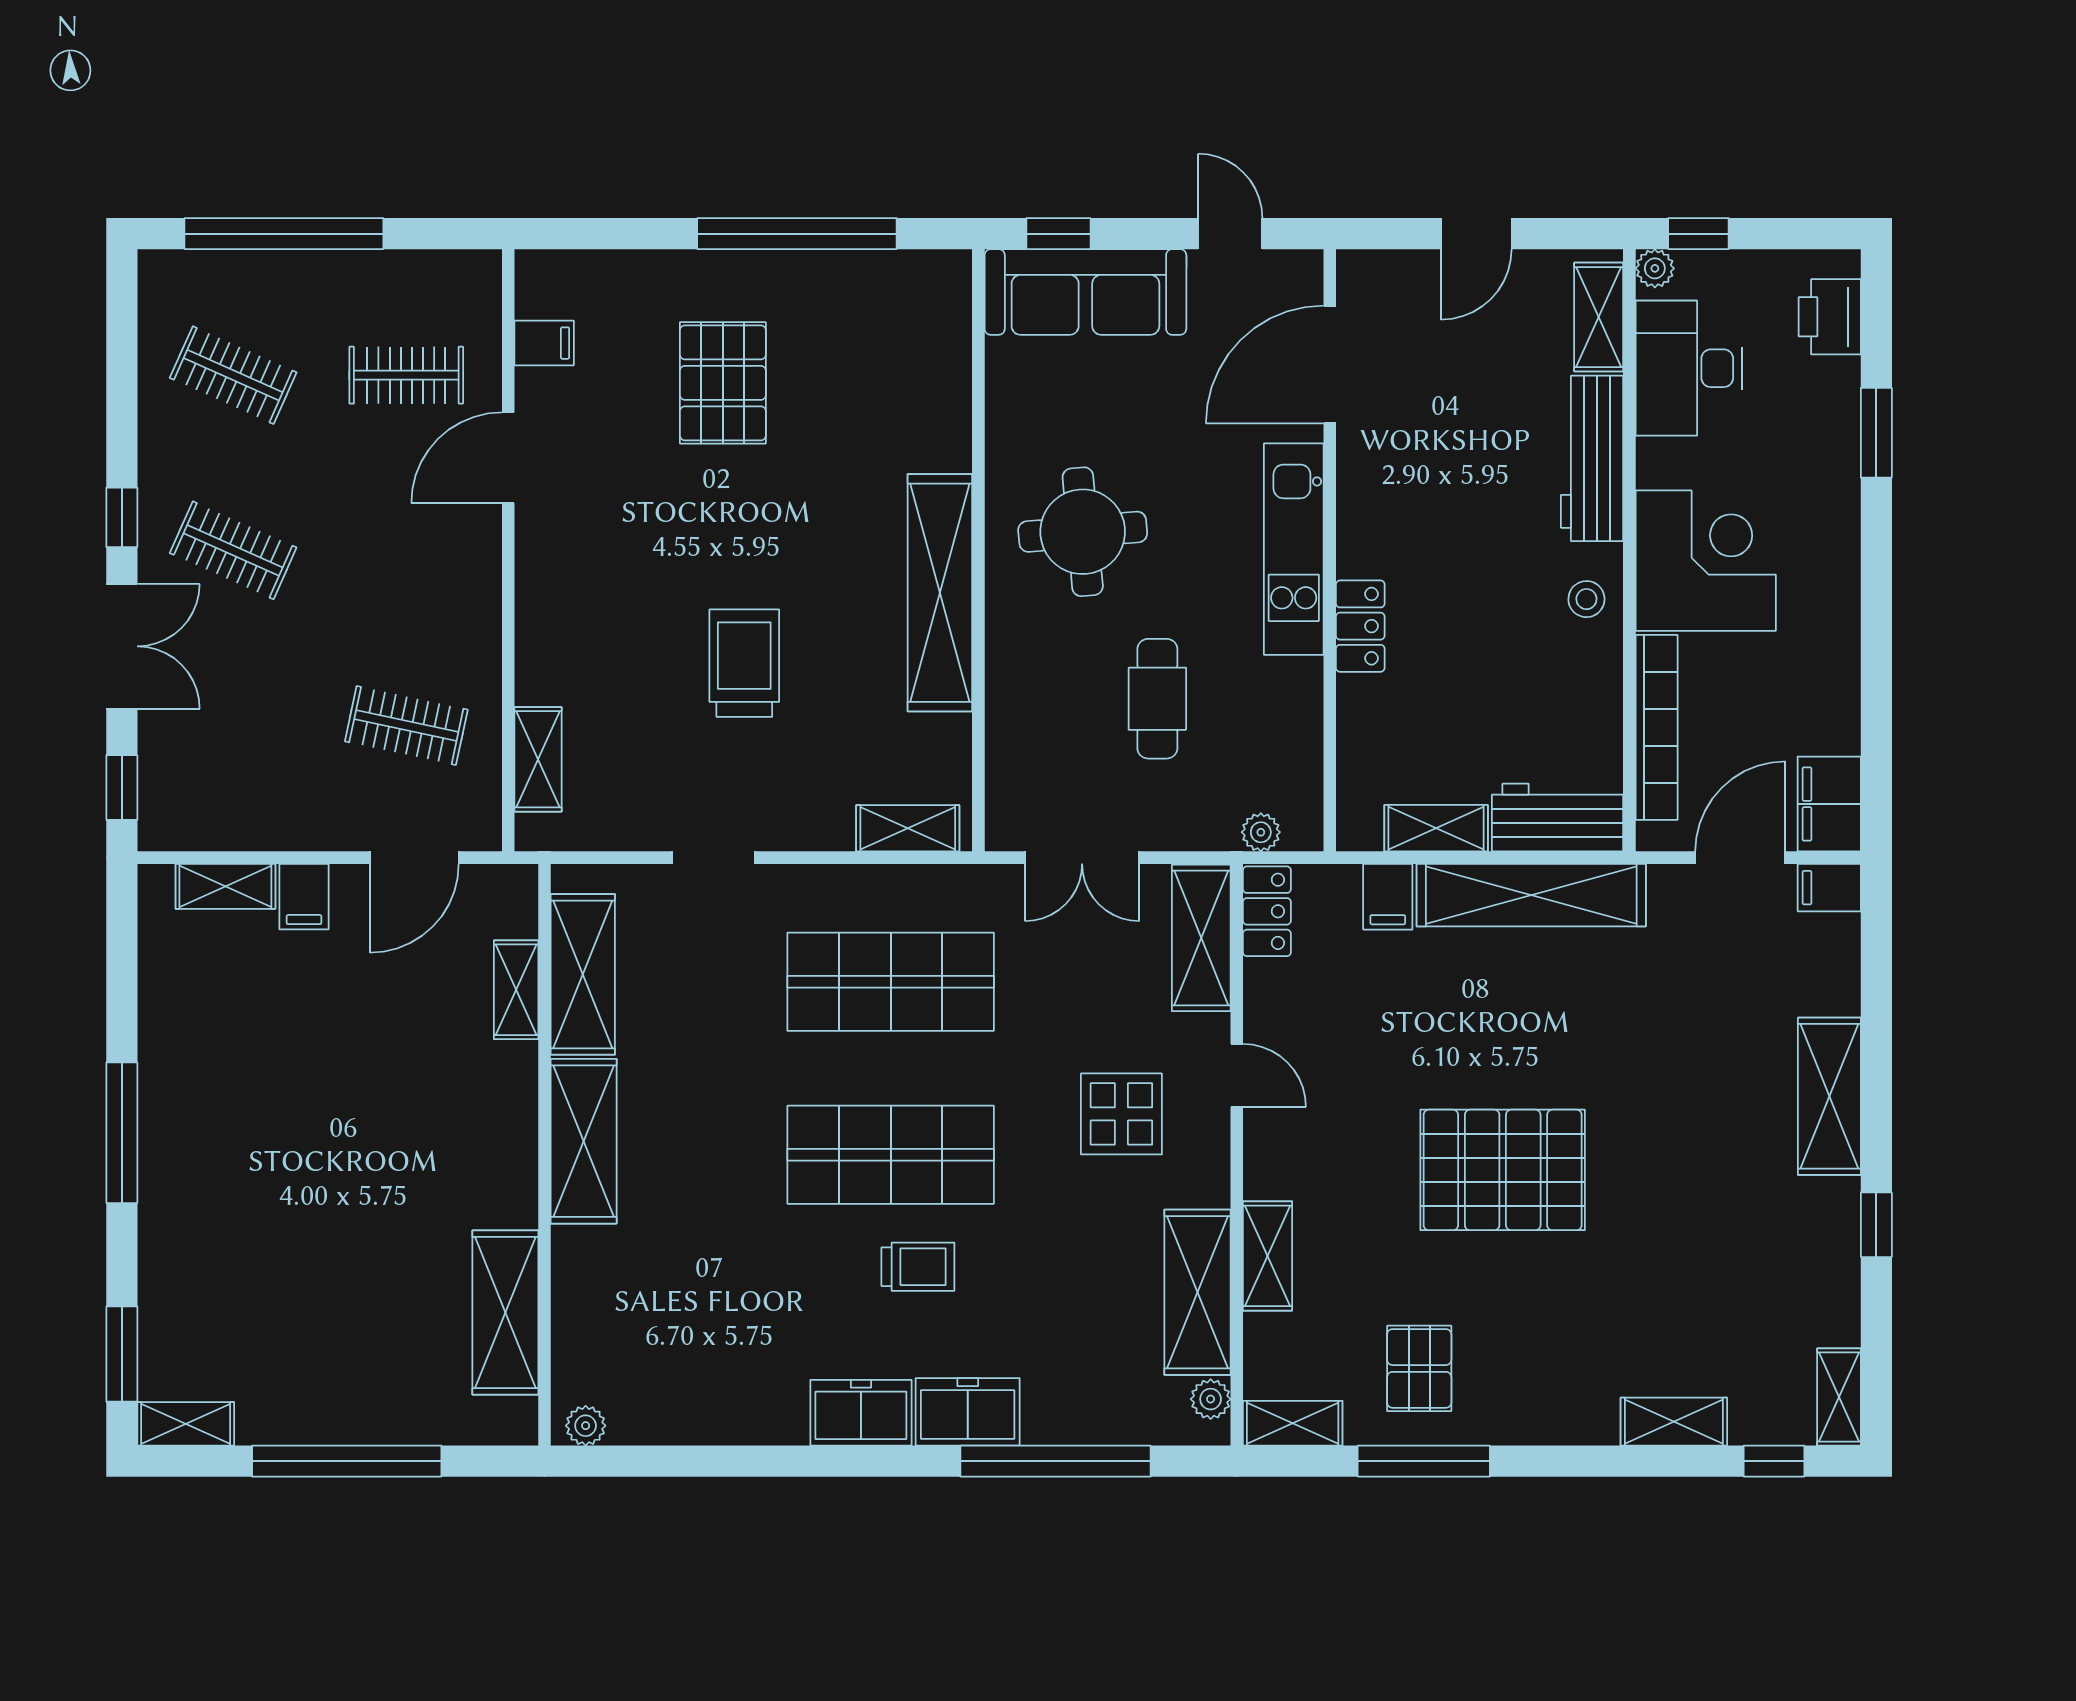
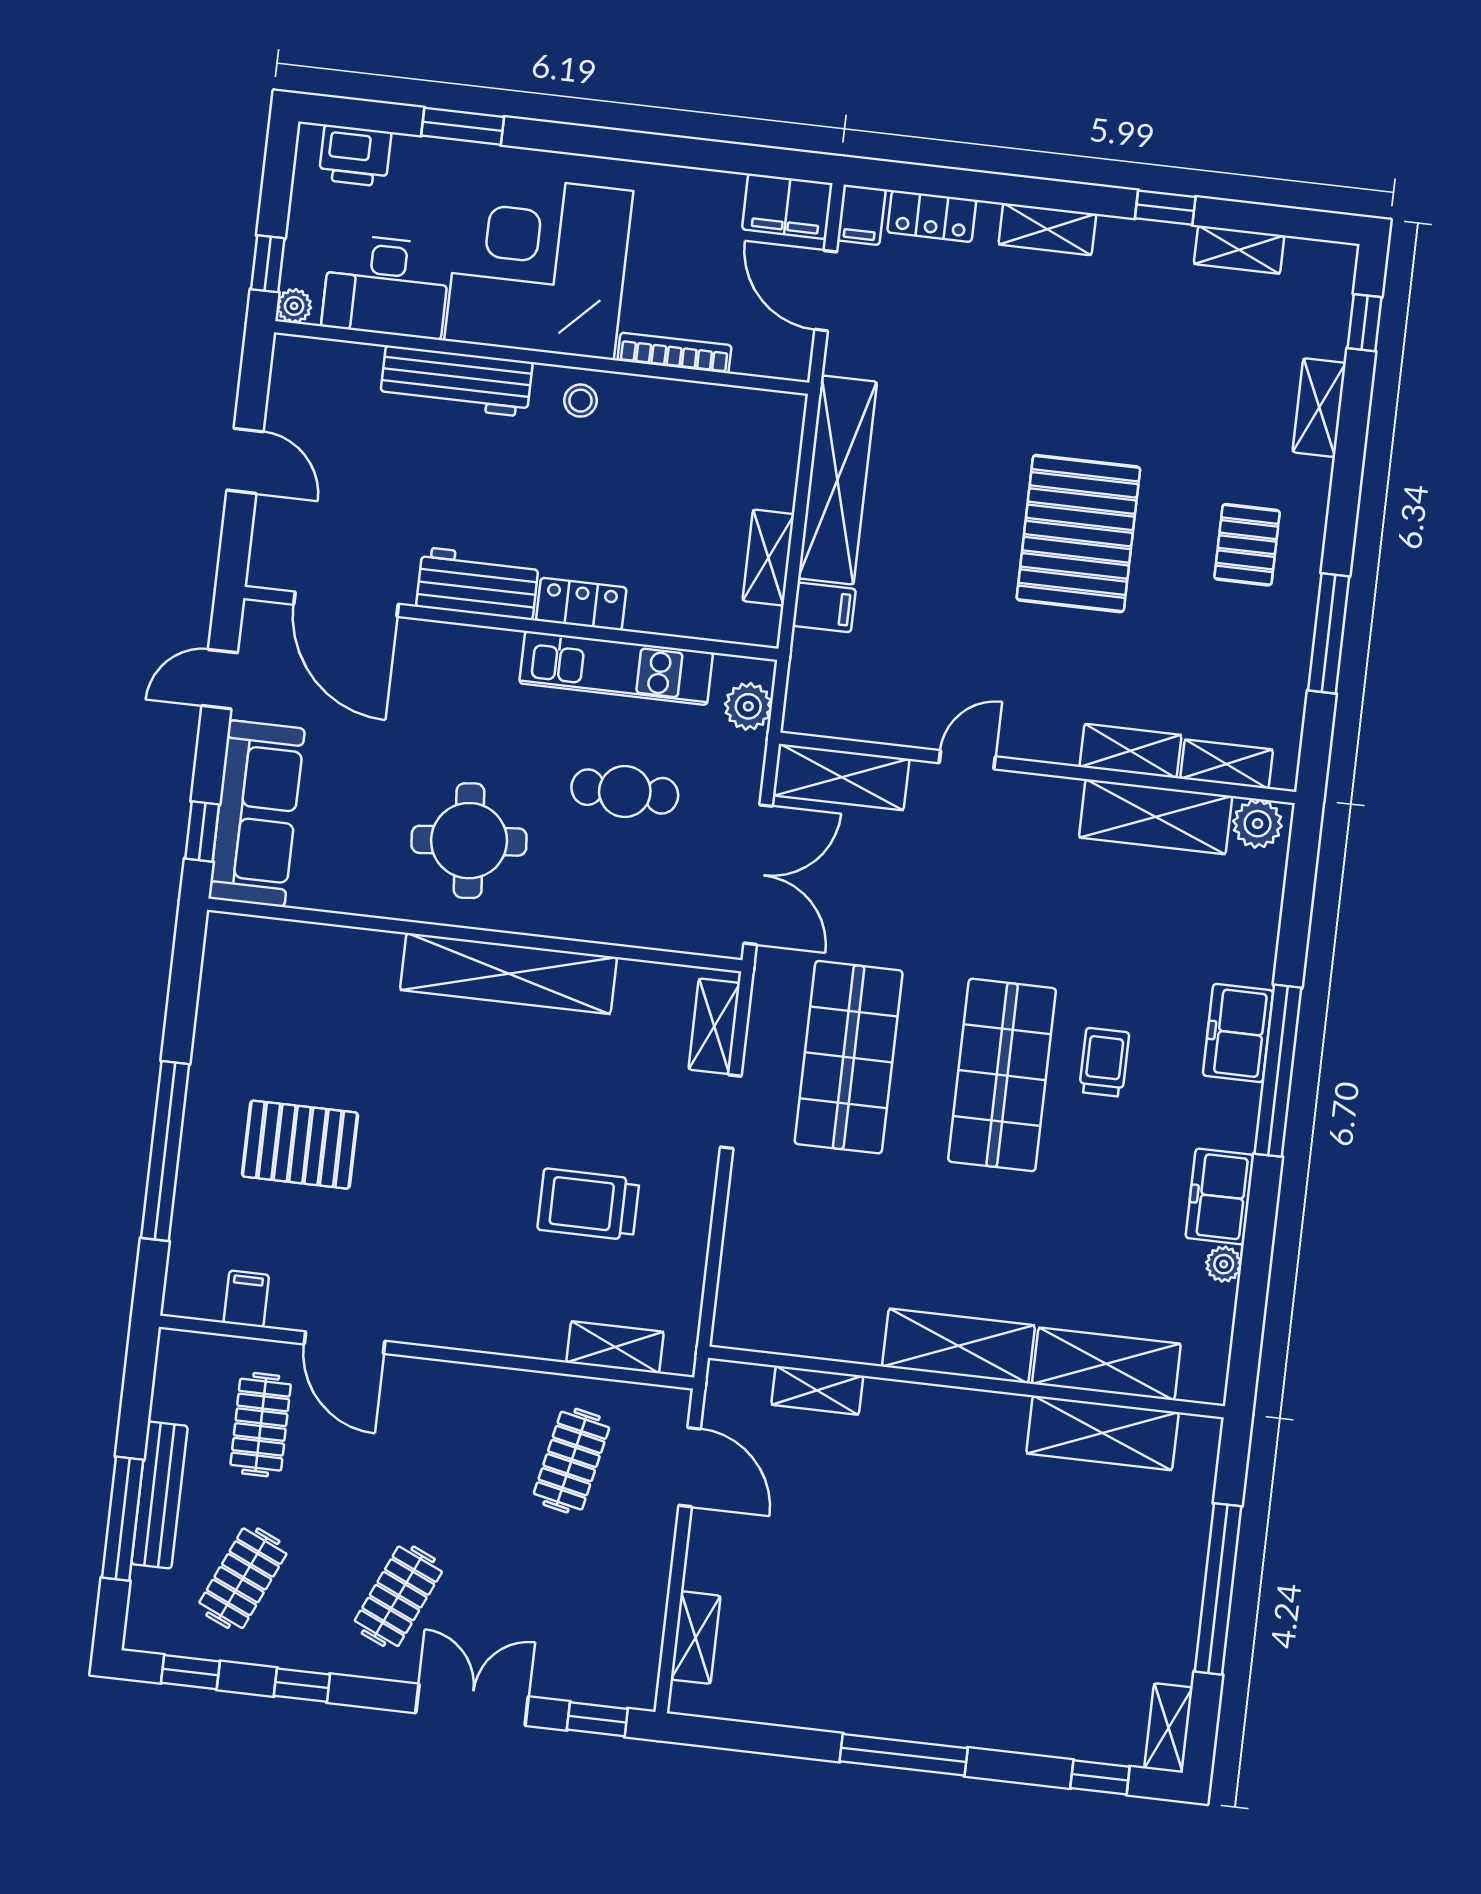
window: (284, 234) -> (123, 1519), width x0.68
window: (797, 234) -> (165, 1151), moved
bench: (315, 272) -> (160, 1495), added
shelving: (1599, 317) -> (332, 361), removed
window: (122, 329) -> (190, 1672), added
window: (122, 517) -> (302, 1685), moved
kitchen unit: (1294, 549) -> (616, 668), moved
corner desk: (1706, 561) -> (539, 266), width x1.36, depth x1.36
trolley: (744, 663) -> (588, 1204), moved
bookcase: (1657, 727) -> (674, 353), width x0.68, depth x0.76
workbench: (1558, 818) -> (478, 583), moved, turned 90
plant: (1261, 832) -> (748, 706), width x1.38, depth x1.38
doorway: (714, 858) -> (731, 1112), moved
double door: (1082, 858) -> (758, 875), width x1.37
filing cabinet: (304, 897) -> (713, 1569), removed
locker: (1267, 911) -> (932, 216), moved, turned 180
shelving: (583, 974) -> (1106, 1364), moved
shelving: (1829, 1096) -> (1047, 229), width x0.67, depth x0.75
display table: (1121, 1114) -> (990, 866), removed
window: (122, 1354) -> (1100, 1777), width x0.67
pallet: (1419, 1368) -> (1247, 545), moved, turned 90
shelving: (1839, 1397) -> (1239, 250), moved
plant: (1211, 1399) -> (1258, 824), width x1.38, depth x1.38
freezer: (861, 1413) -> (1220, 1196), moved
shelving: (1293, 1423) -> (1227, 764), moved, turned 90
plant: (586, 1426) -> (1224, 1264), moved
window: (1055, 1461) -> (1278, 1071), moved

